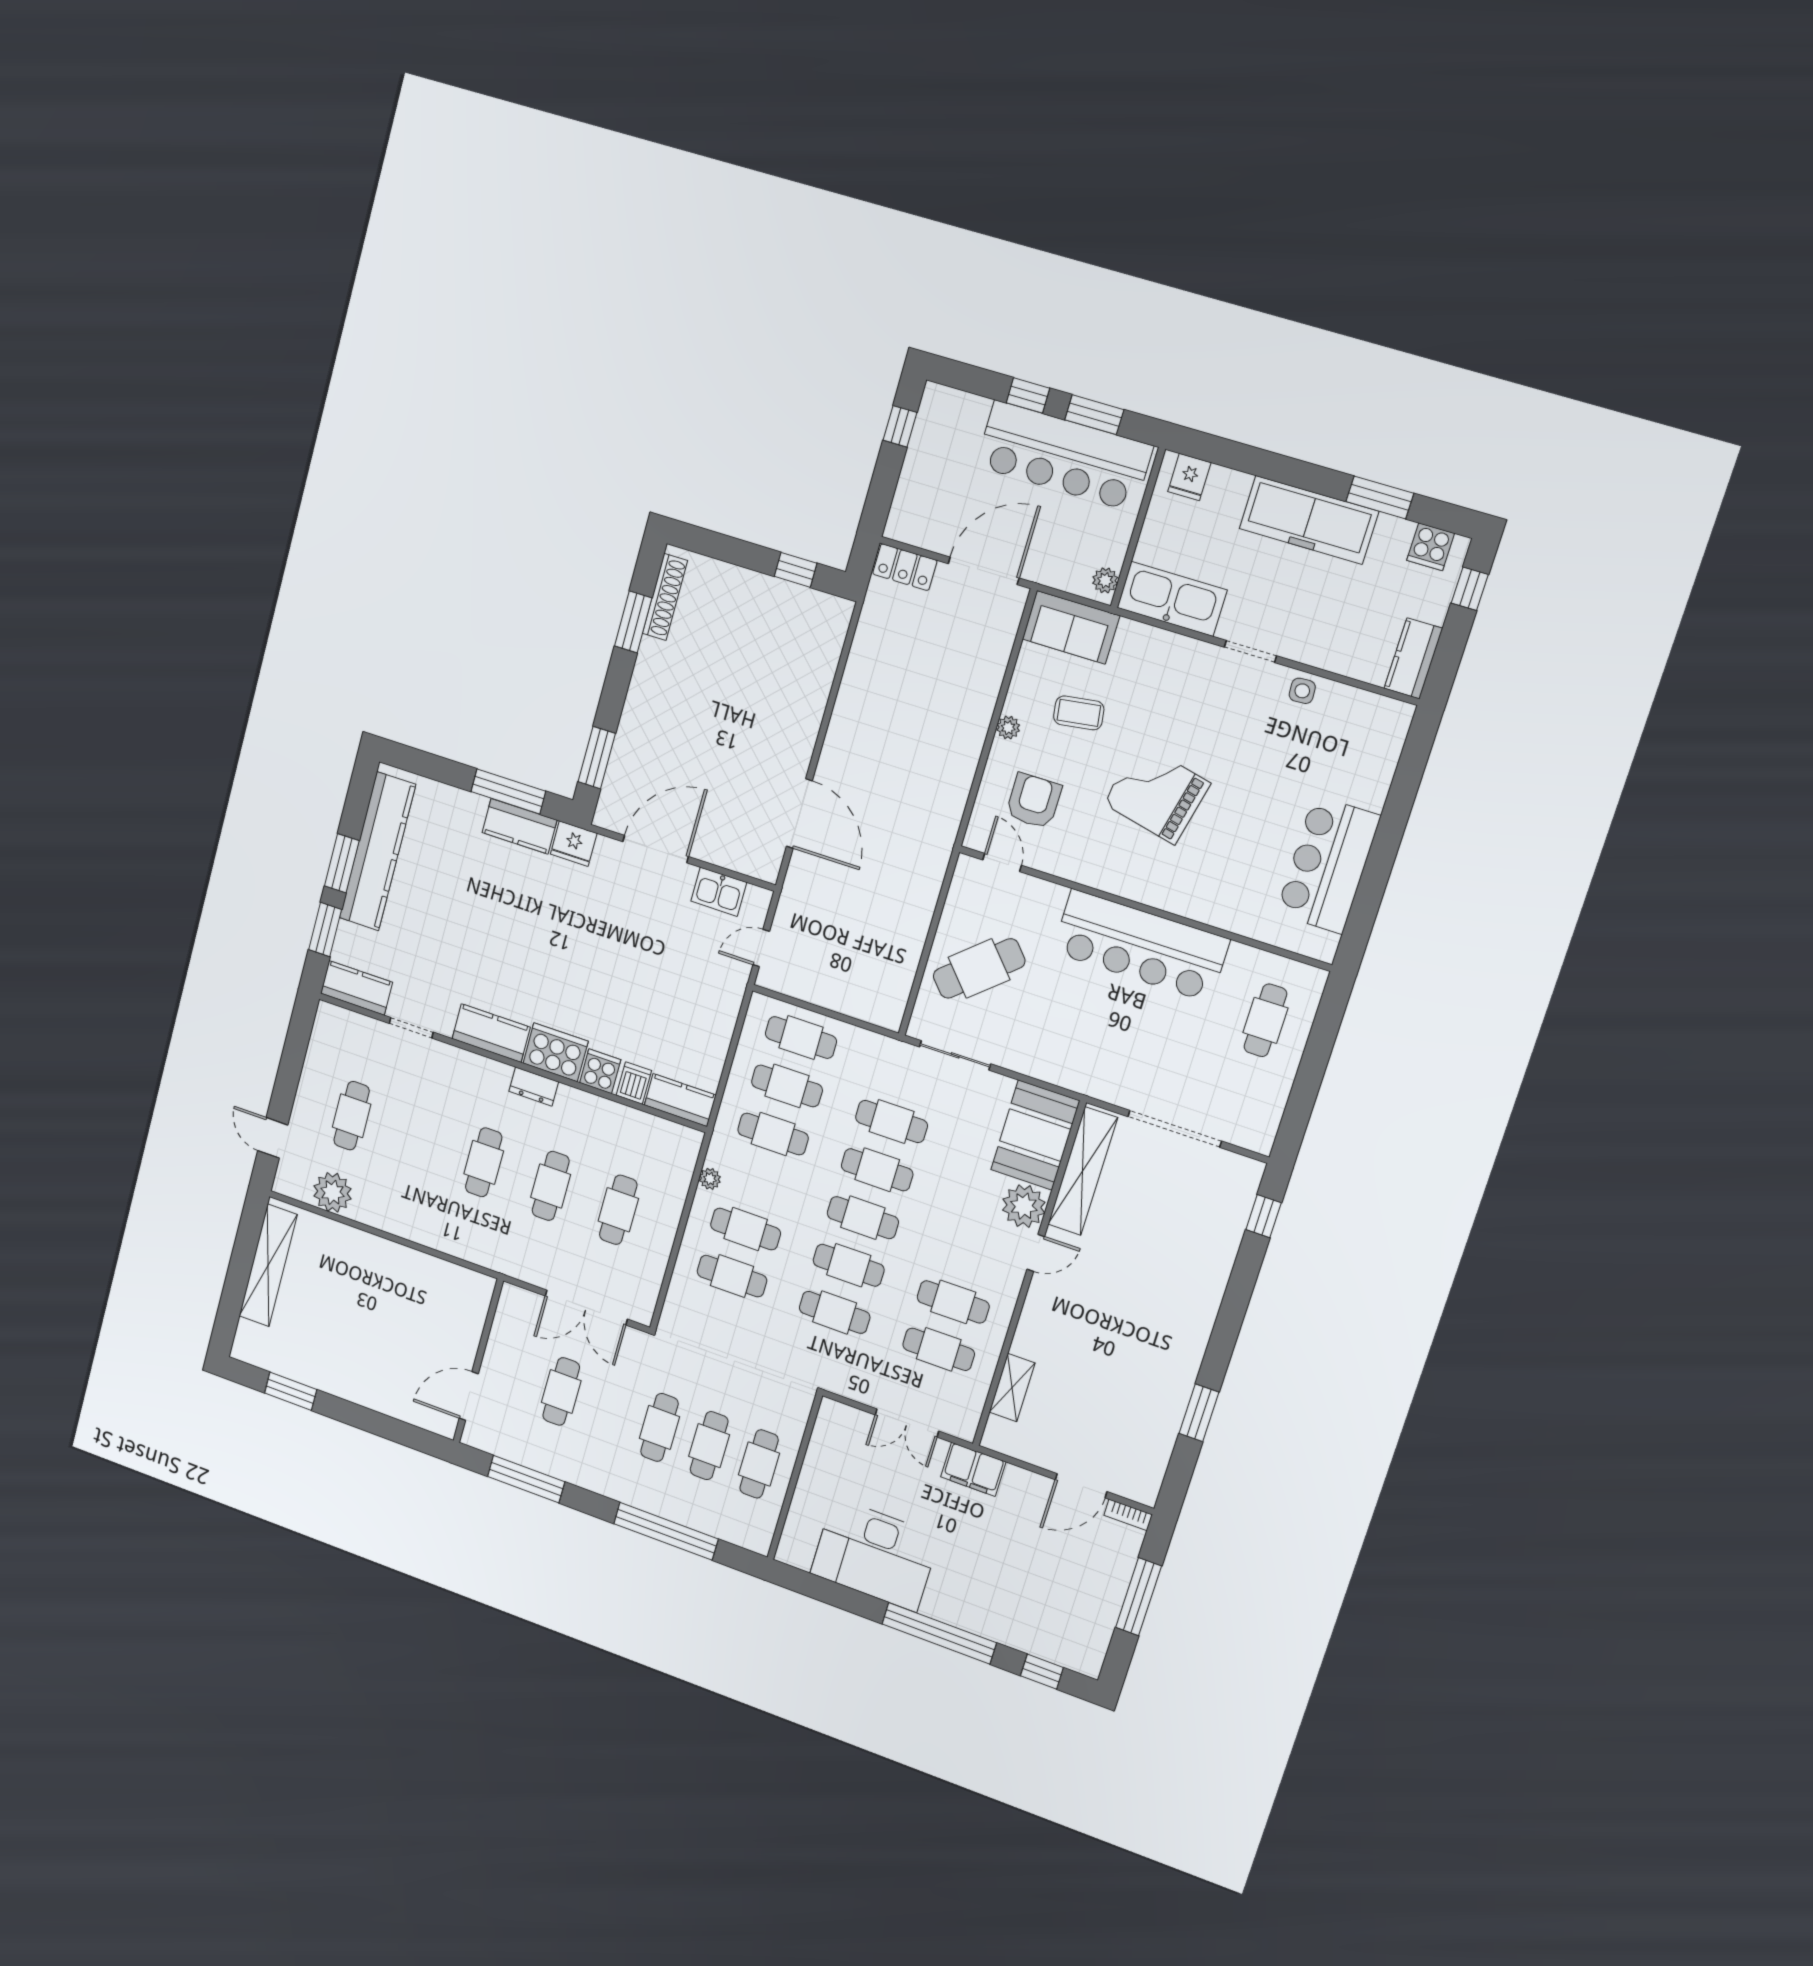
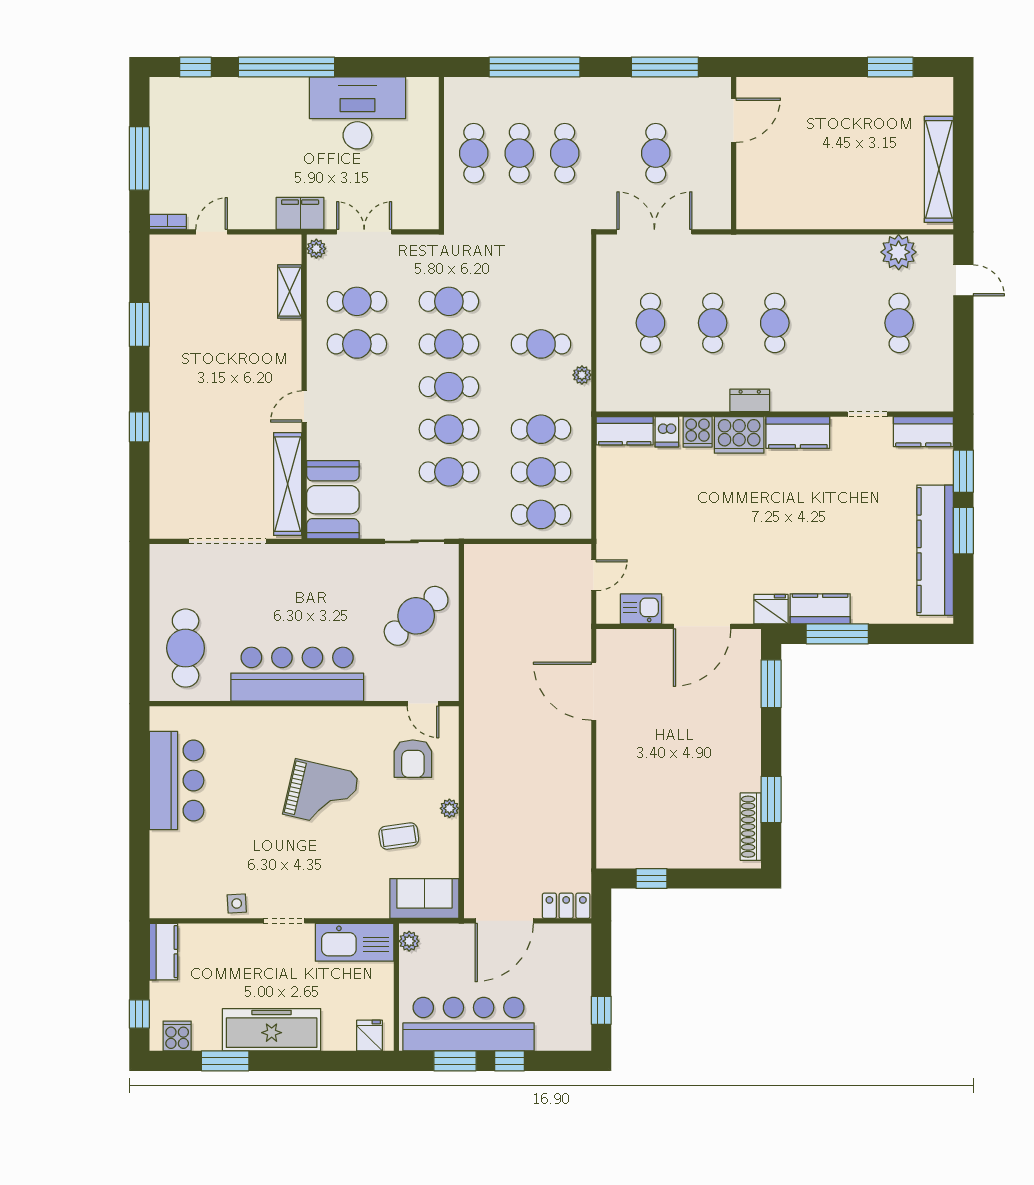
cafe table: (1265, 1020) -> (186, 648), width x1.37, depth x1.35
plant: (1024, 1206) -> (316, 249), moved, width x0.53, depth x0.53
window: (1264, 1216) -> (139, 427), moved
cafe table: (732, 1276) -> (541, 301), removed
door: (1081, 1486) -> (212, 232), width x0.73

